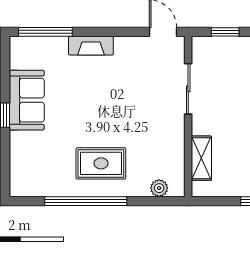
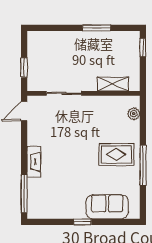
sofa: (27, 100) -> (107, 207), moved
rug: (101, 163) -> (116, 155), turned 90
window: (86, 201) -> (143, 165), width x0.68

